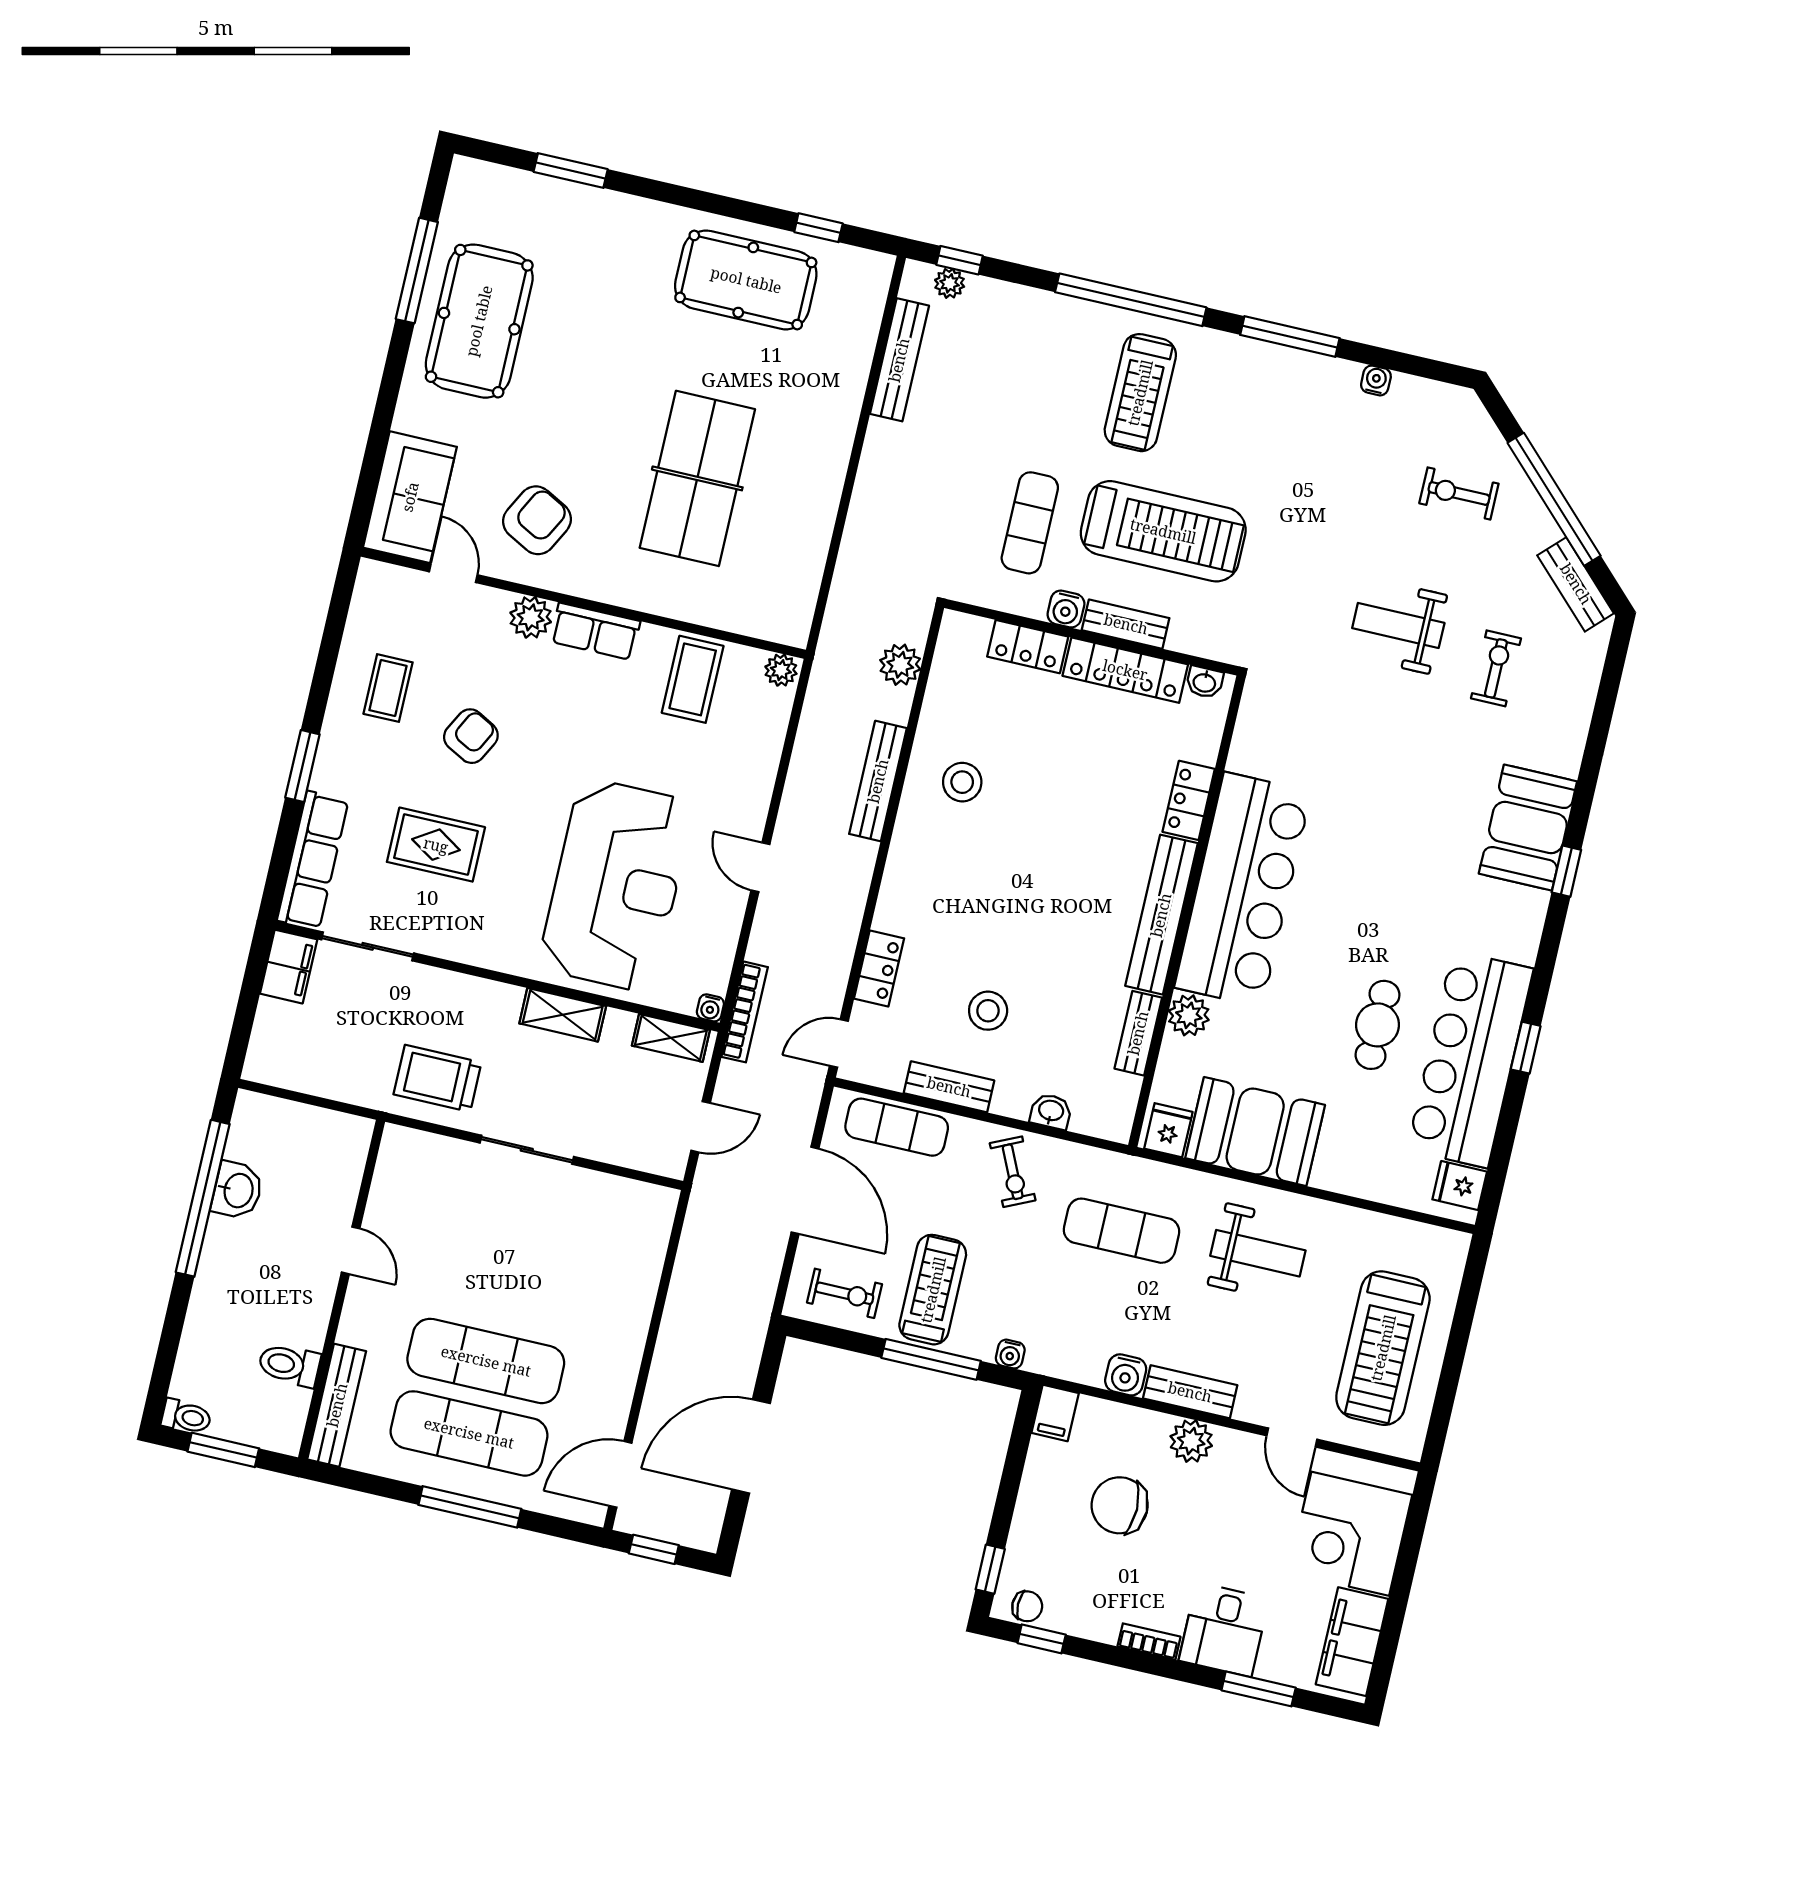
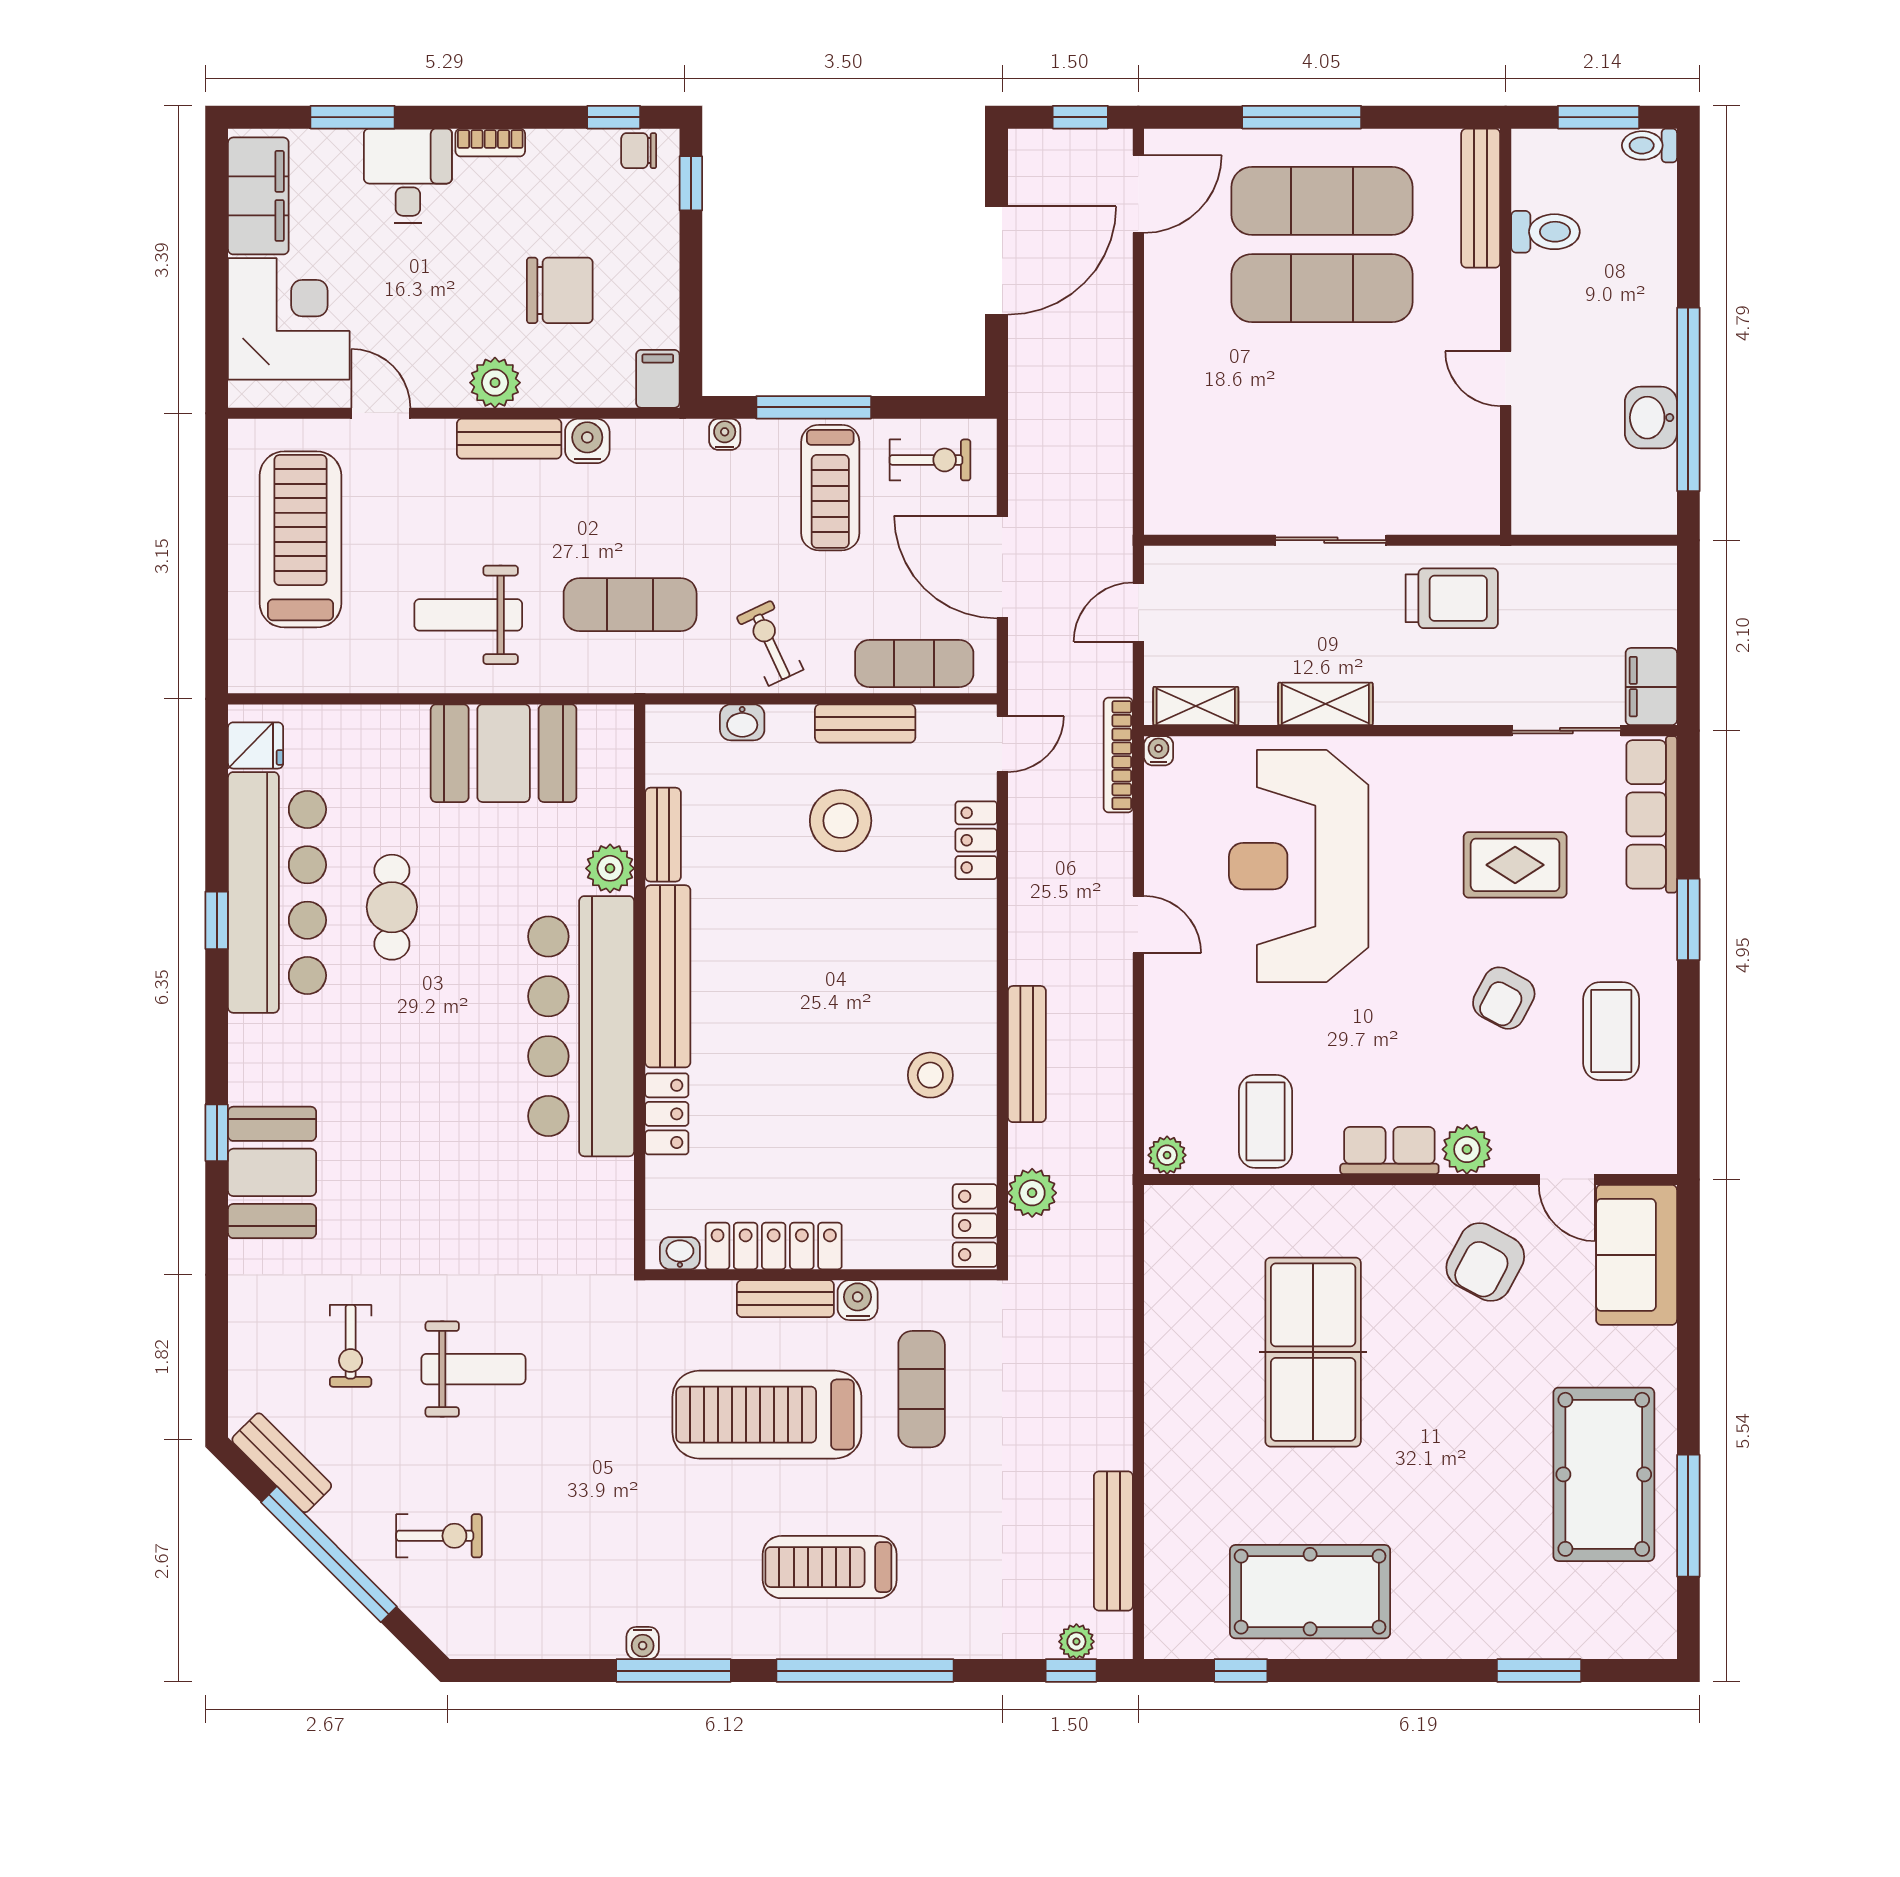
water cooler: (1376, 380) -> (643, 1643), moved
treadmill: (1140, 393) -> (830, 1567), turned -90
locker: (1028, 647) -> (975, 1226), moved, turned -90
coffee table: (388, 688) -> (1611, 1031), width x1.36, depth x1.30
stool: (988, 1011) -> (841, 821), width x1.38, depth x1.38
fridge: (1168, 1130) -> (603, 732), removed
exercise bike: (844, 1293) -> (930, 460), turned 180

